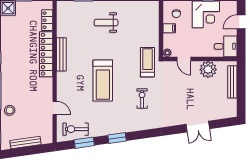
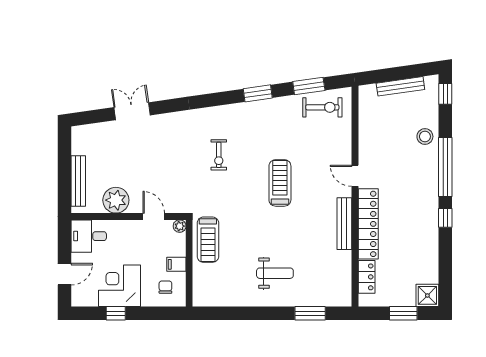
treadmill: (147, 62) -> (208, 240), moved
treadmill: (103, 80) -> (280, 183), width x0.73, depth x0.73
door: (55, 108) -> (355, 176), moved

